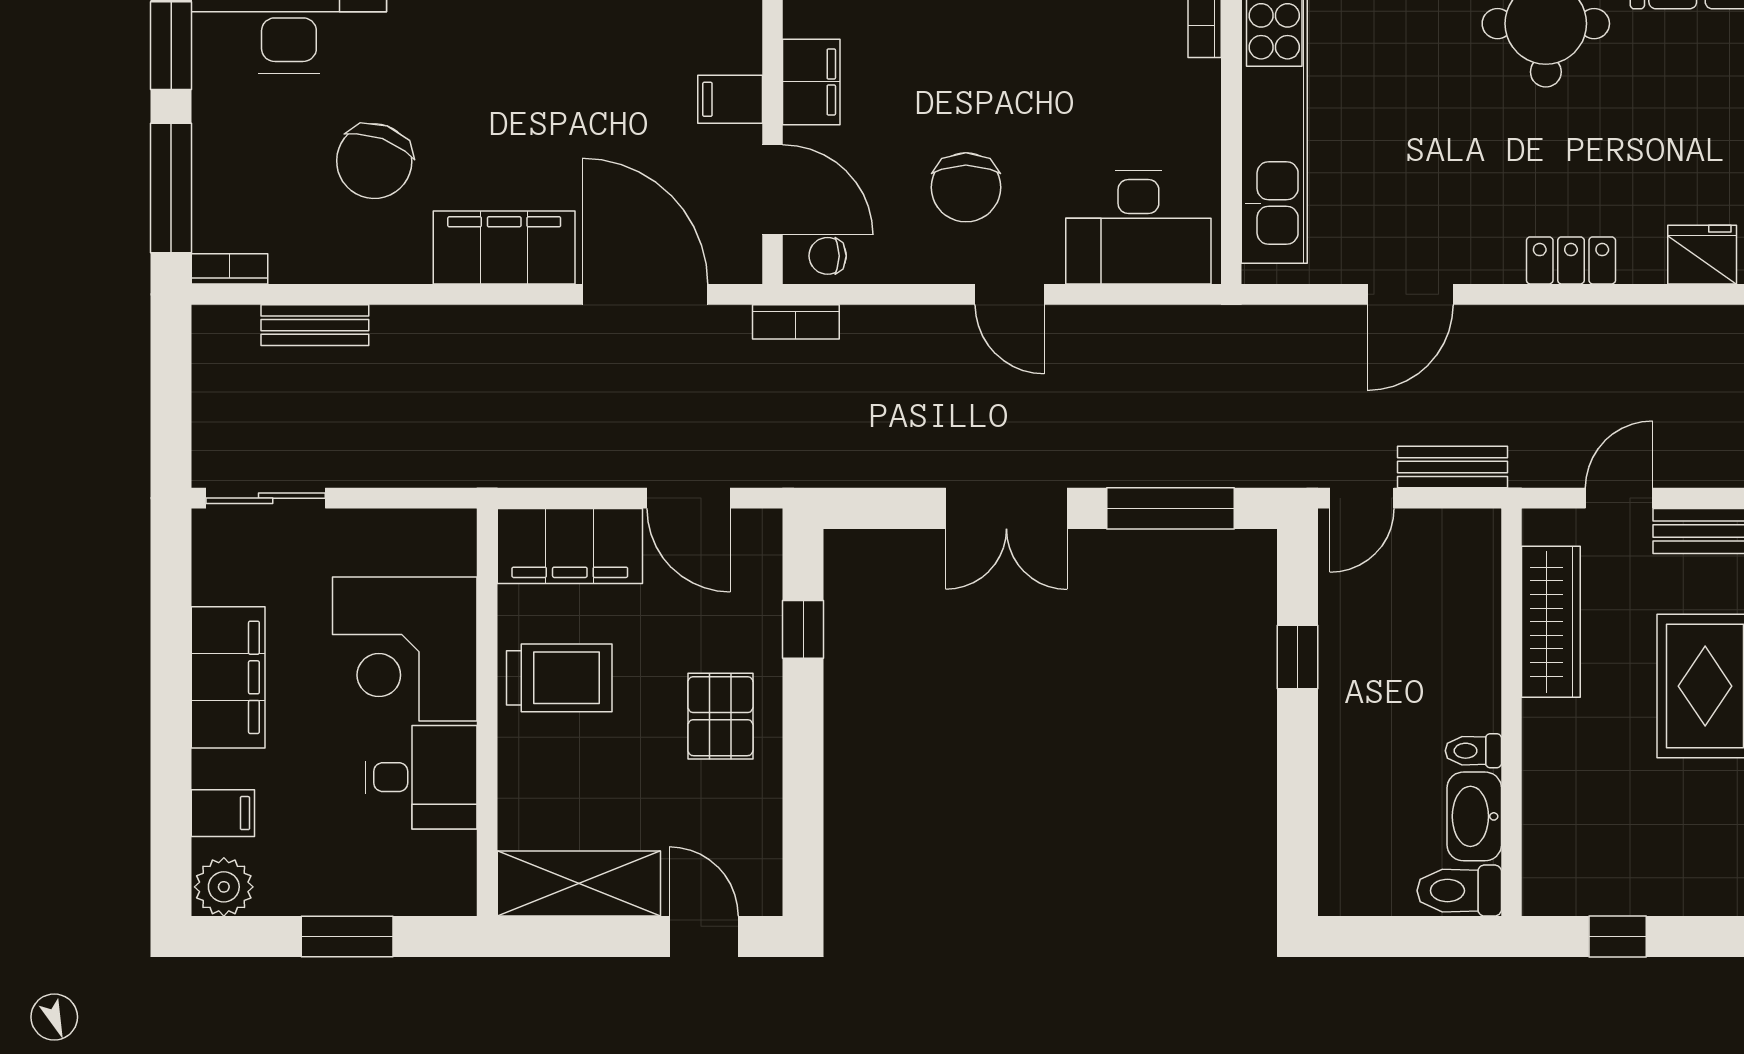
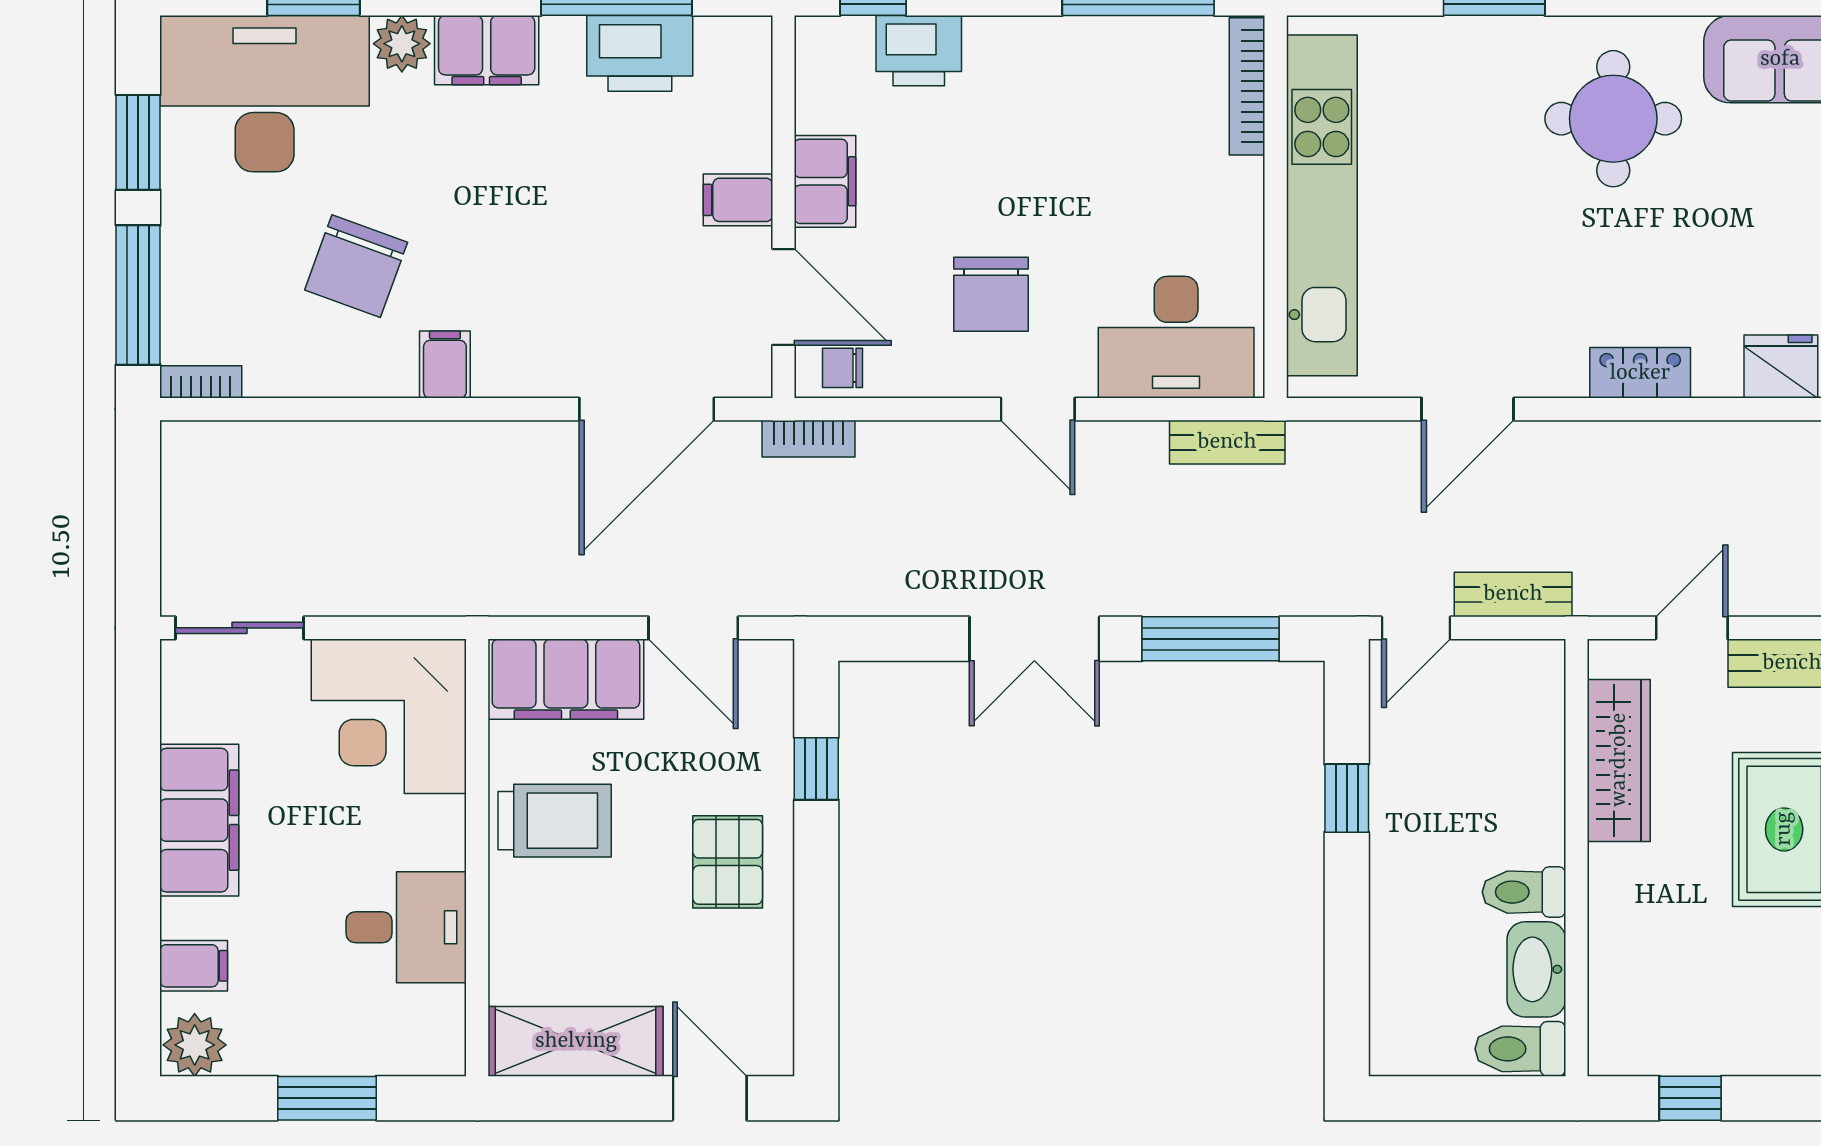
filing cabinet: (504, 247) -> (445, 364), width x0.33, depth x0.86
door: (645, 294) -> (647, 409), swing flipped
bench: (315, 325) -> (1227, 442), moved
corner desk: (405, 649) -> (389, 716), moved
toilet: (1473, 751) -> (1524, 892), width x1.37, depth x1.39

